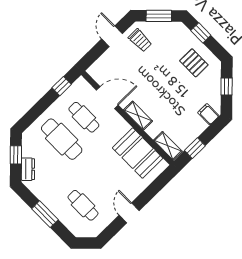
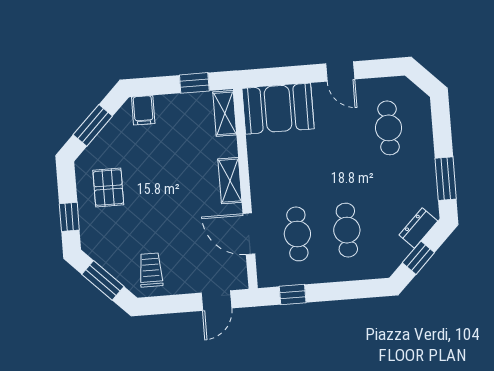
door: (112, 36) -> (216, 301), moved
window: (227, 86) -> (93, 125), width x1.50
cafe table: (62, 139) -> (347, 230), width x0.73, depth x0.74
booth: (138, 153) -> (278, 109), moved, turned 90
door: (129, 213) -> (340, 71), hinge flipped
window: (45, 214) -> (446, 179), moved

